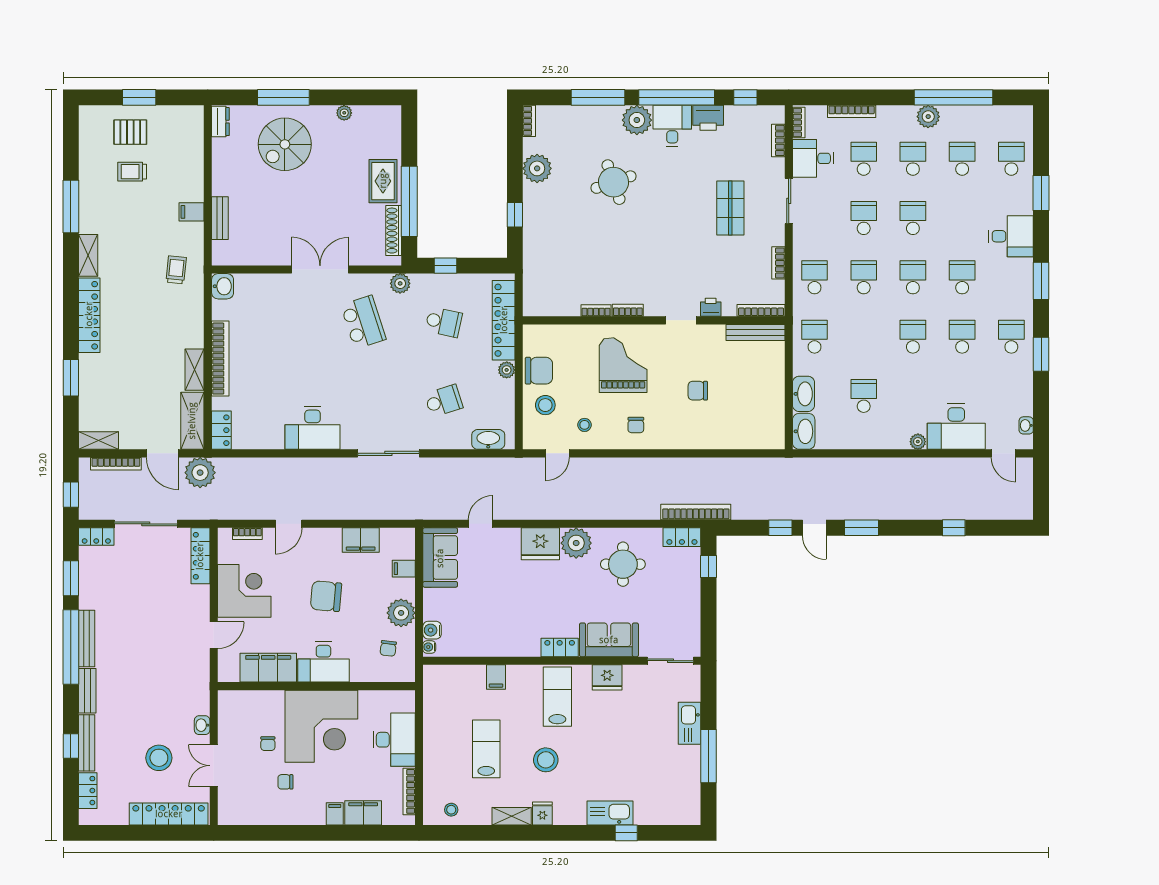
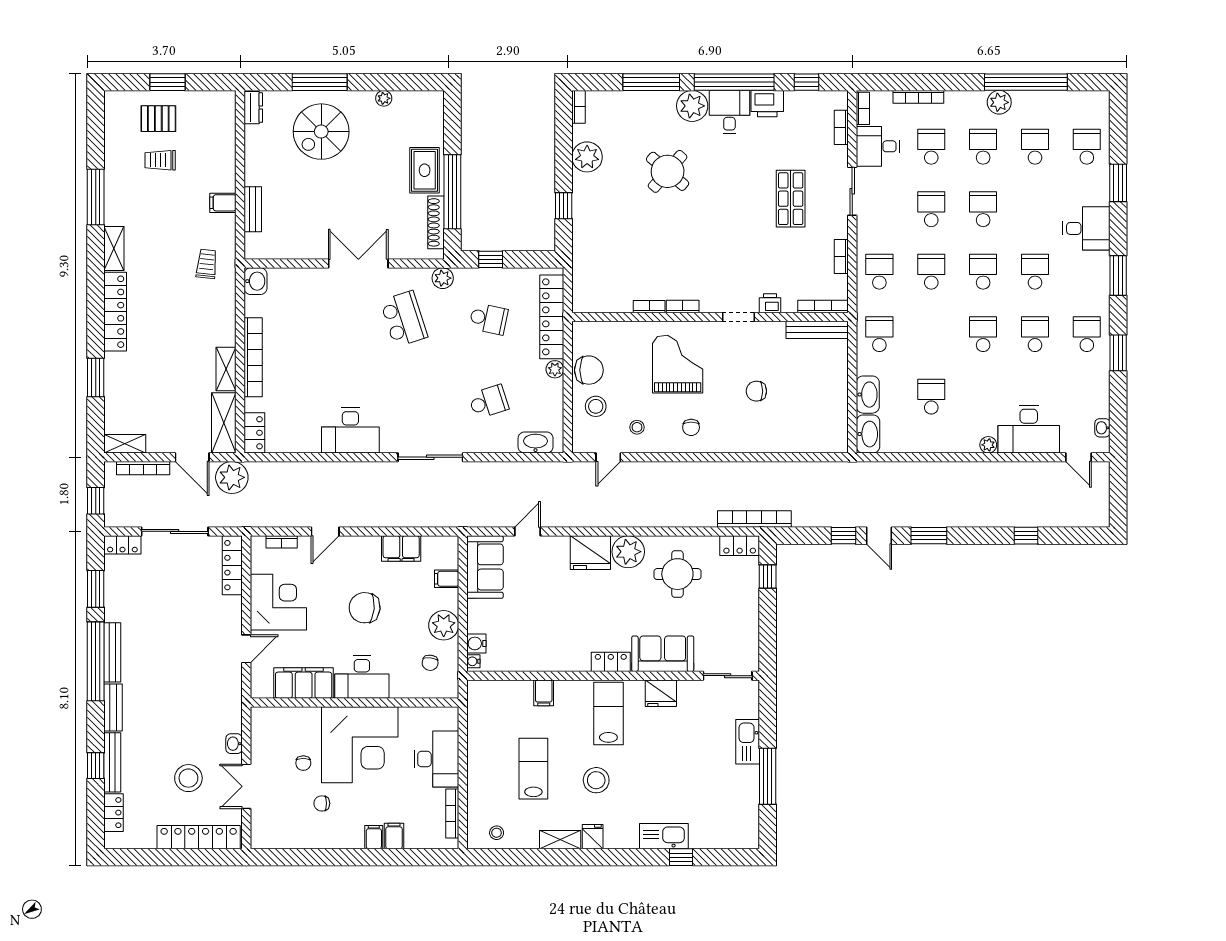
round table: (613, 182) -> (668, 171), turned -30
filing cabinet: (363, 813) -> (394, 836), width x0.50

